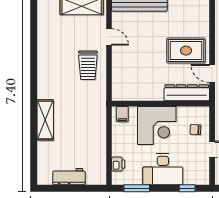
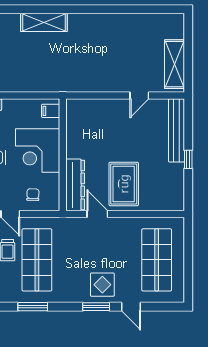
trolley: (88, 65) -> (107, 71), removed
door: (212, 73) -> (97, 214), hinge flipped

